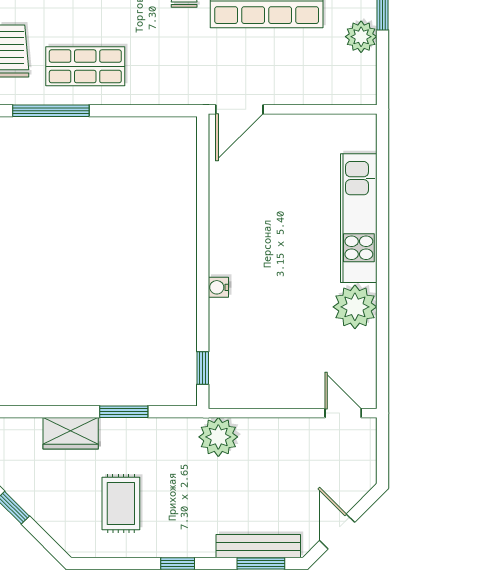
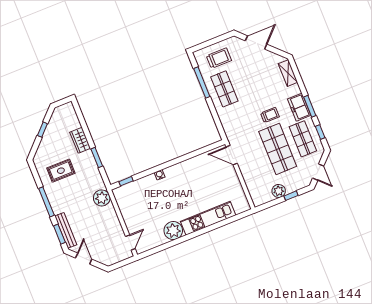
door: (337, 531) -> (84, 259), hinge flipped
window: (178, 563) -> (46, 202), width x2.17

